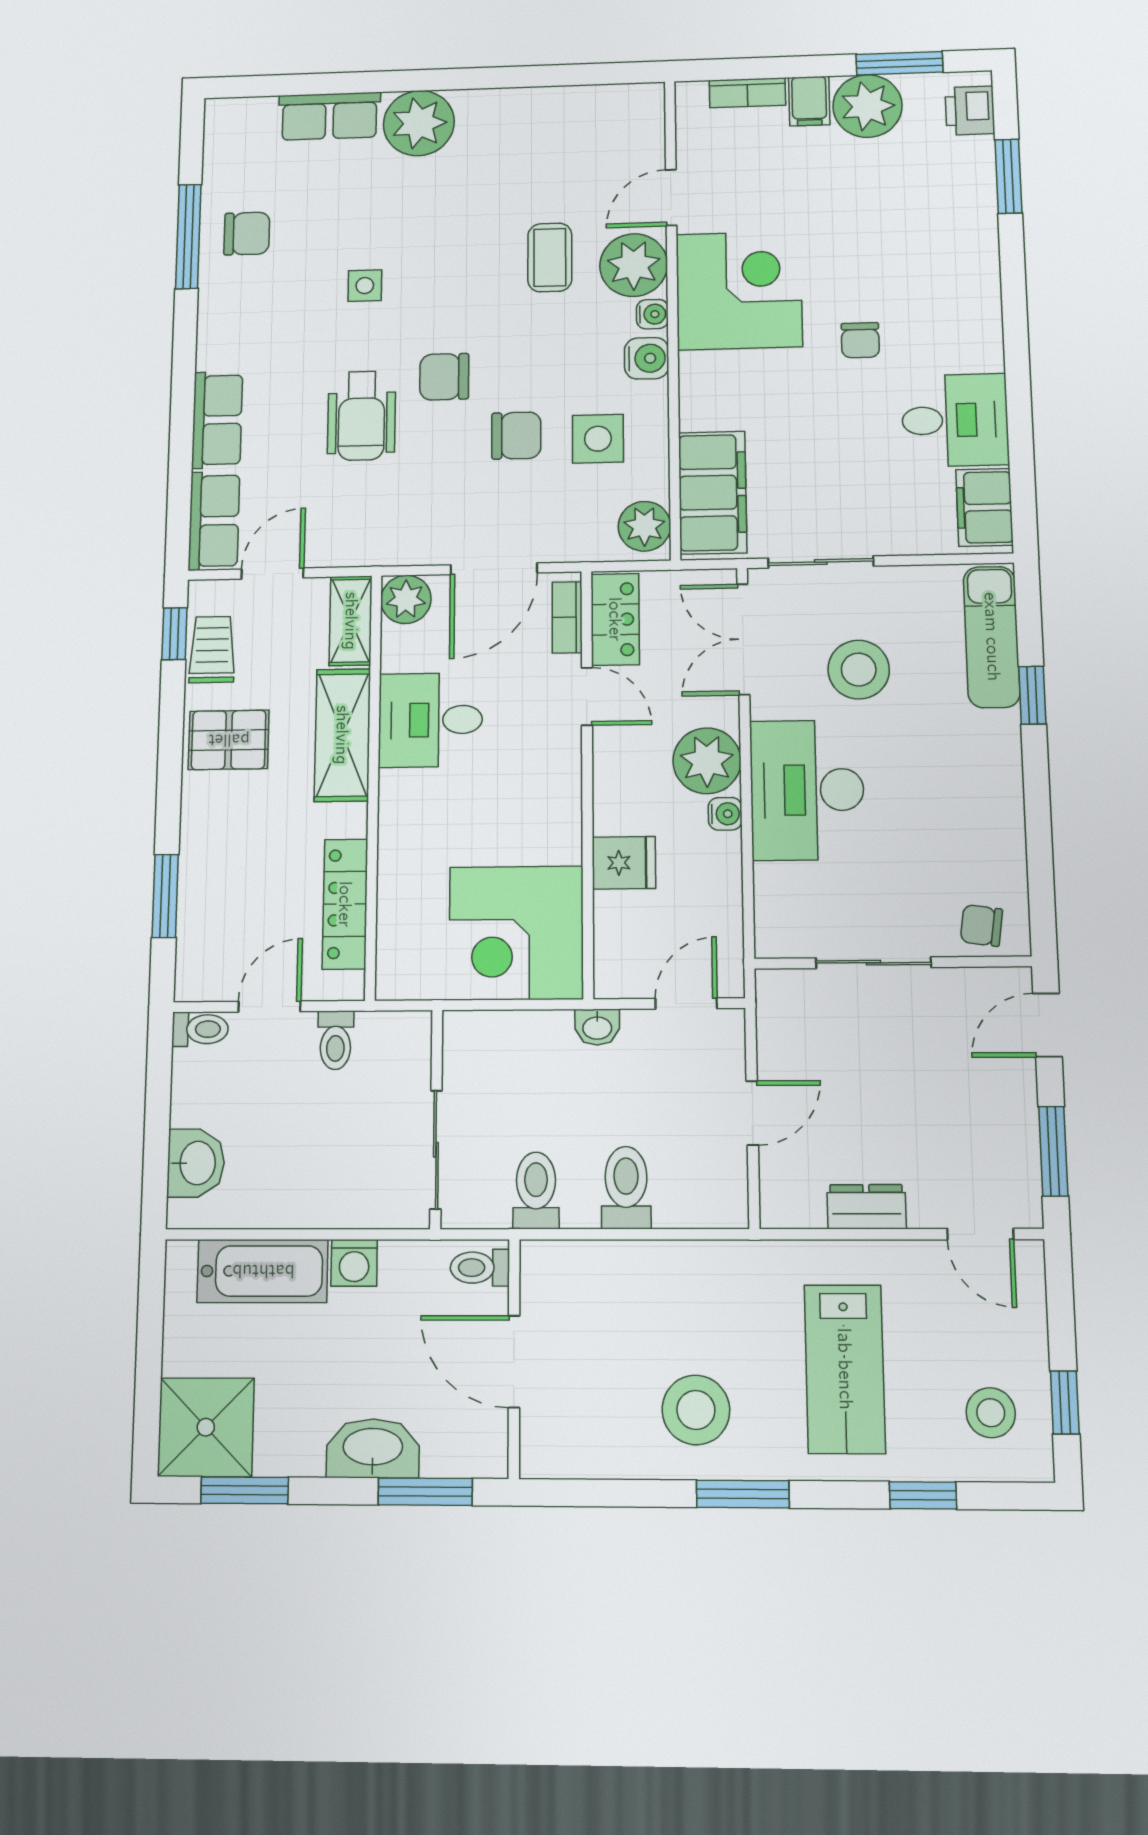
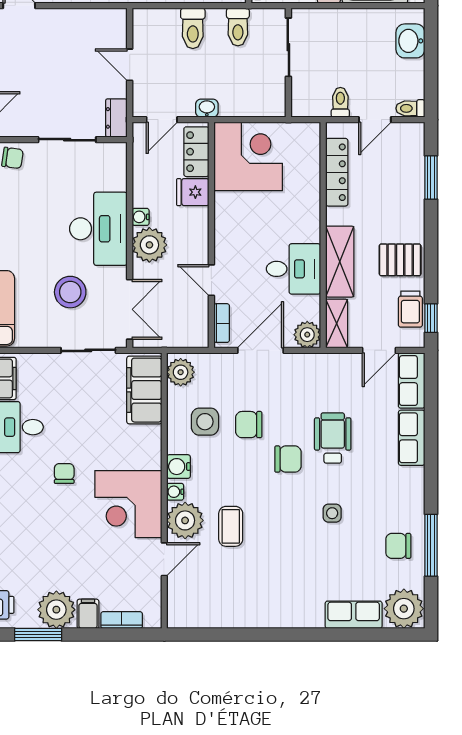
plant: (419, 123) -> (404, 609), moved
locker: (615, 619) -> (196, 152), moved
door: (752, 1113) -> (130, 65), hinge flipped
dresser: (866, 1207) -> (116, 118), moved, turned 90

